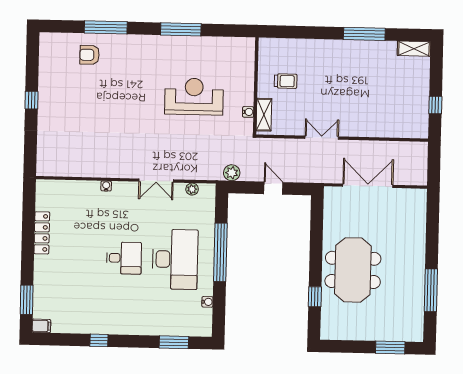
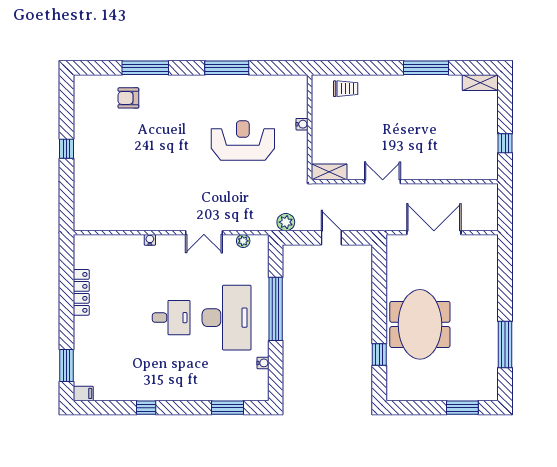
trolley: (286, 81) -> (346, 89), moved
water cooler: (248, 112) -> (302, 124), moved
shelving: (264, 115) -> (329, 172), moved, turned 90

